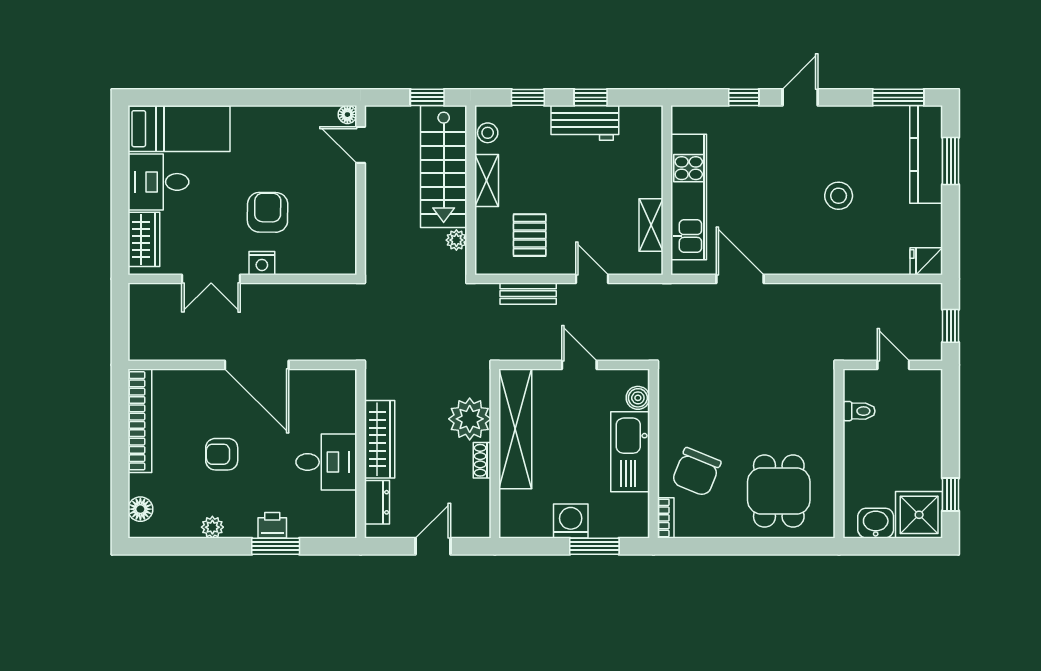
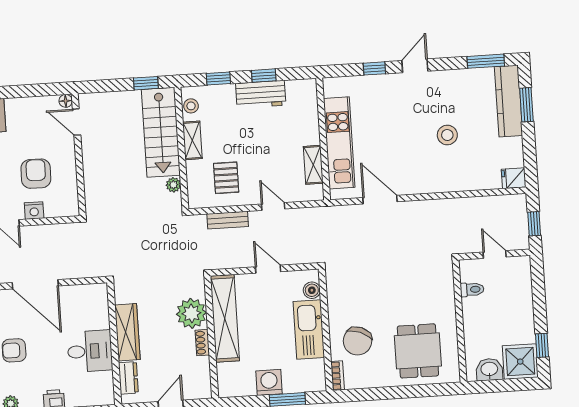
floor lamp: (347, 115) -> (66, 101), moved
door: (361, 145) -> (77, 122), moved
wall: (361, 190) -> (79, 155), moved

